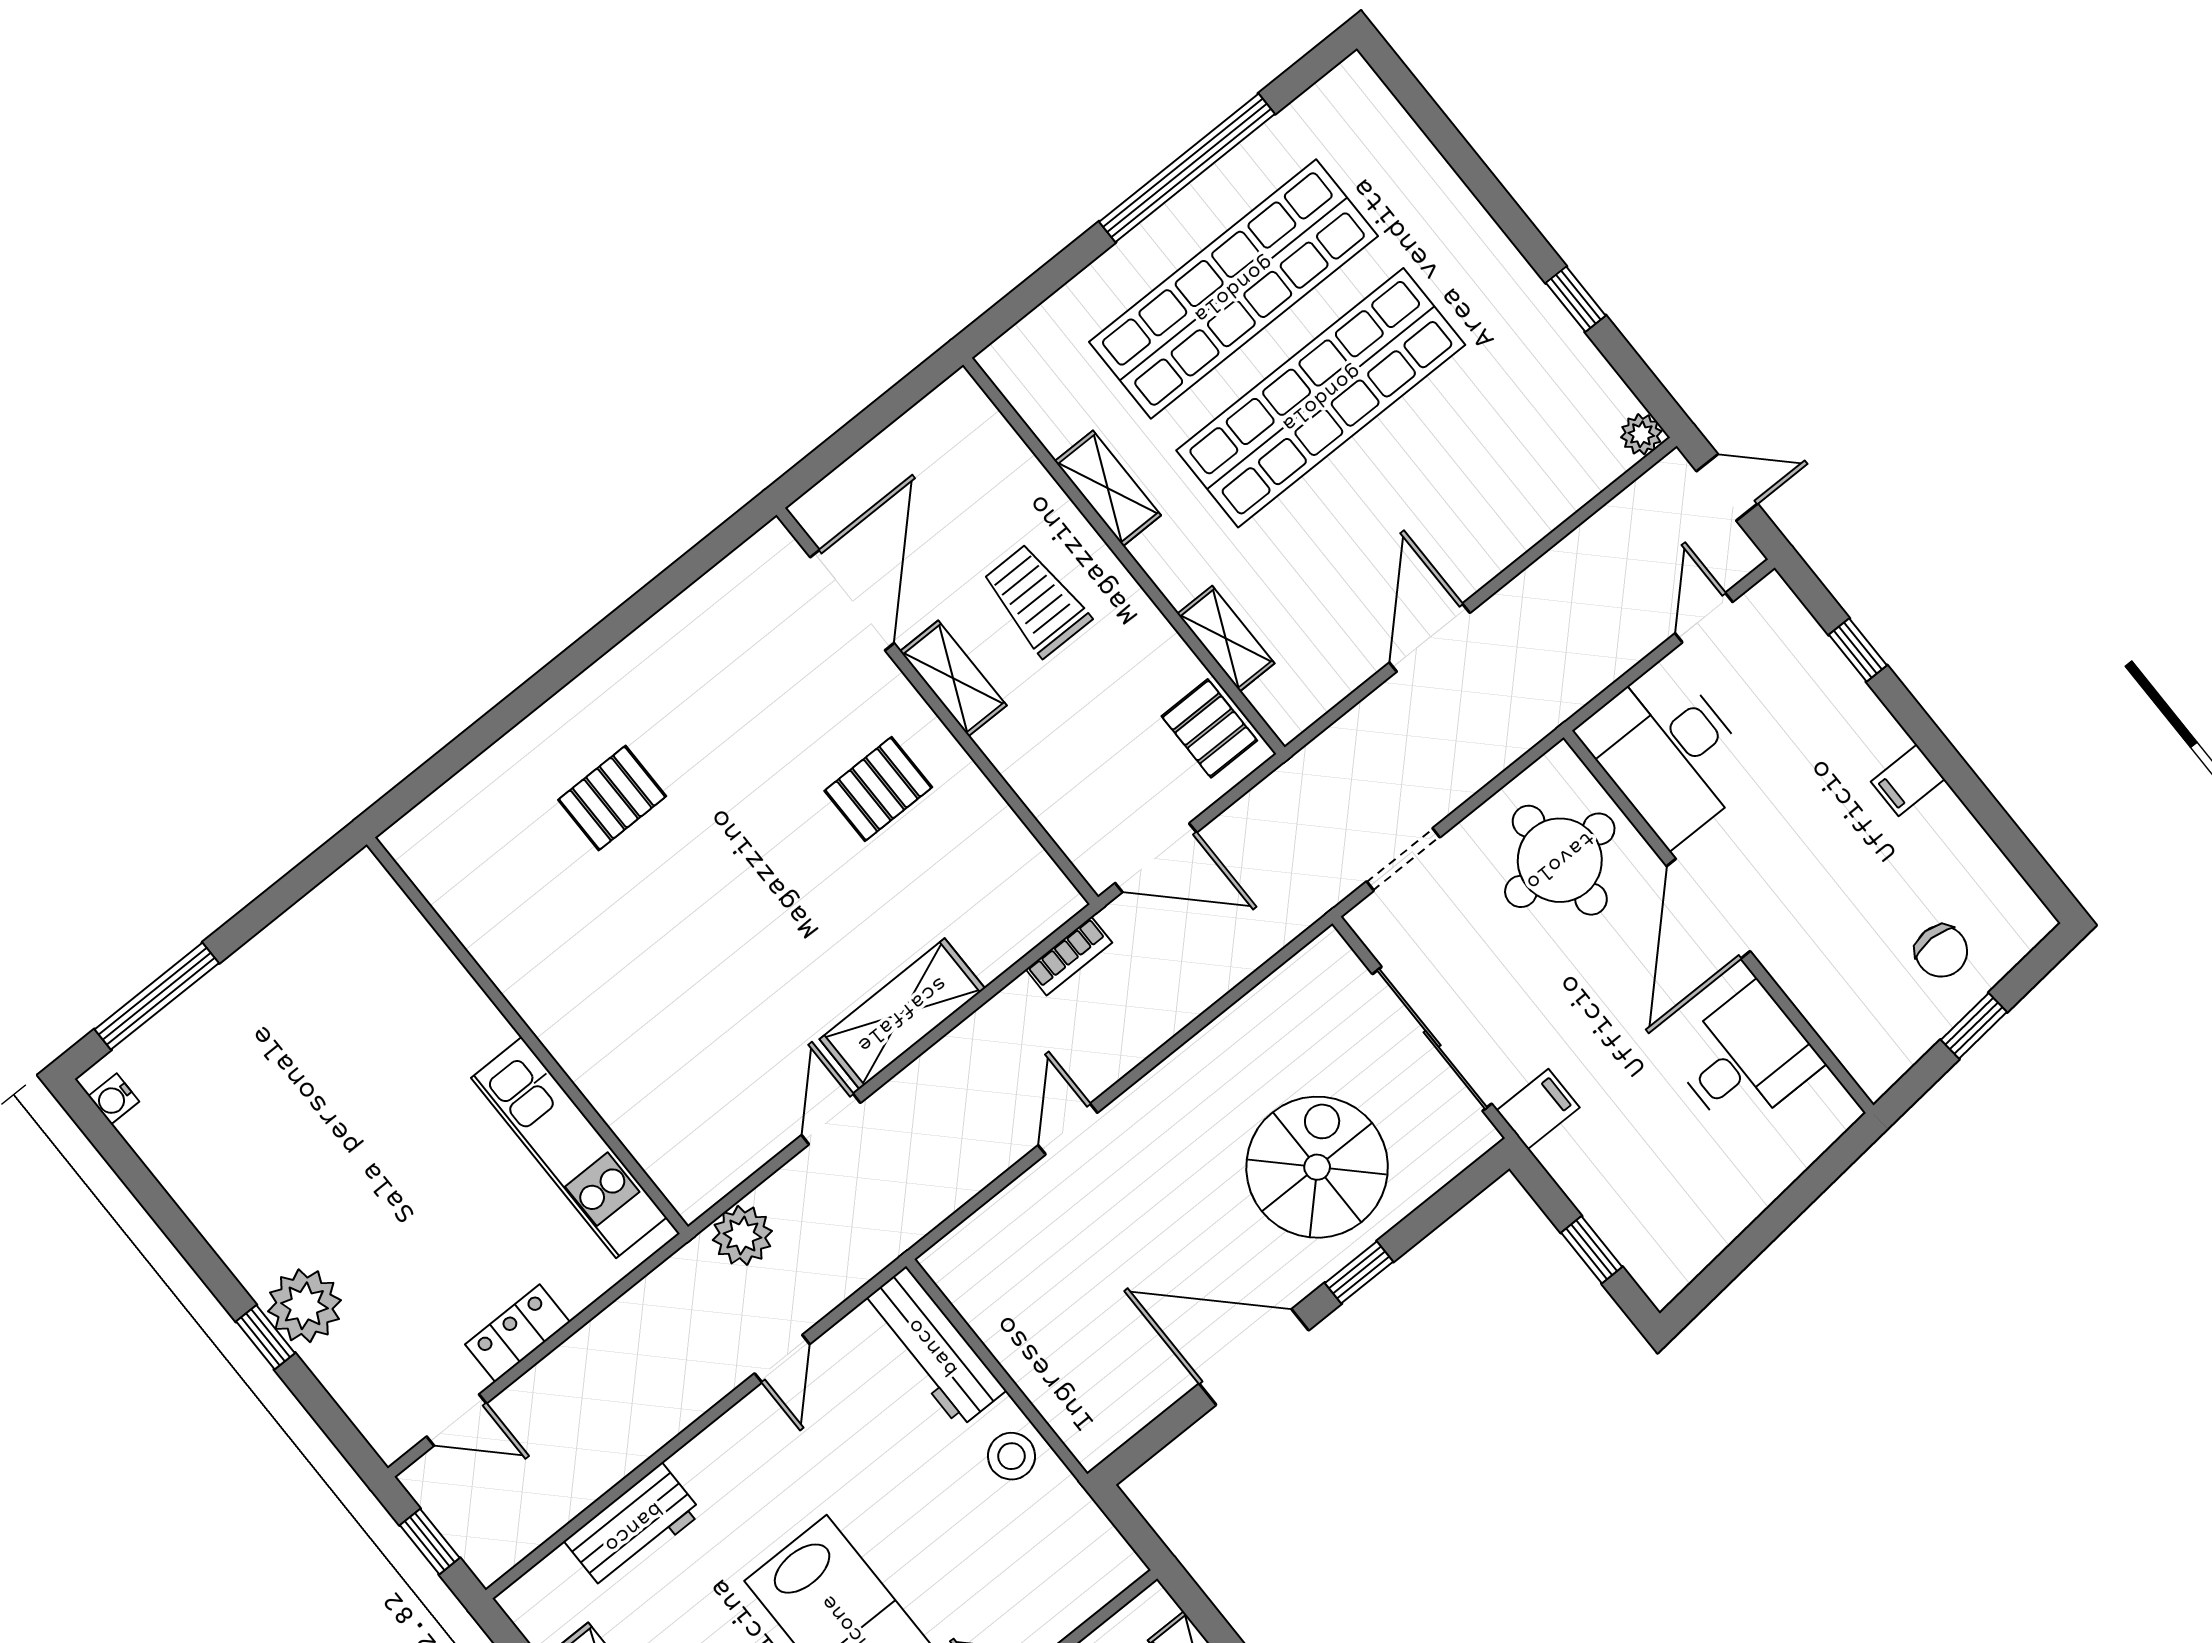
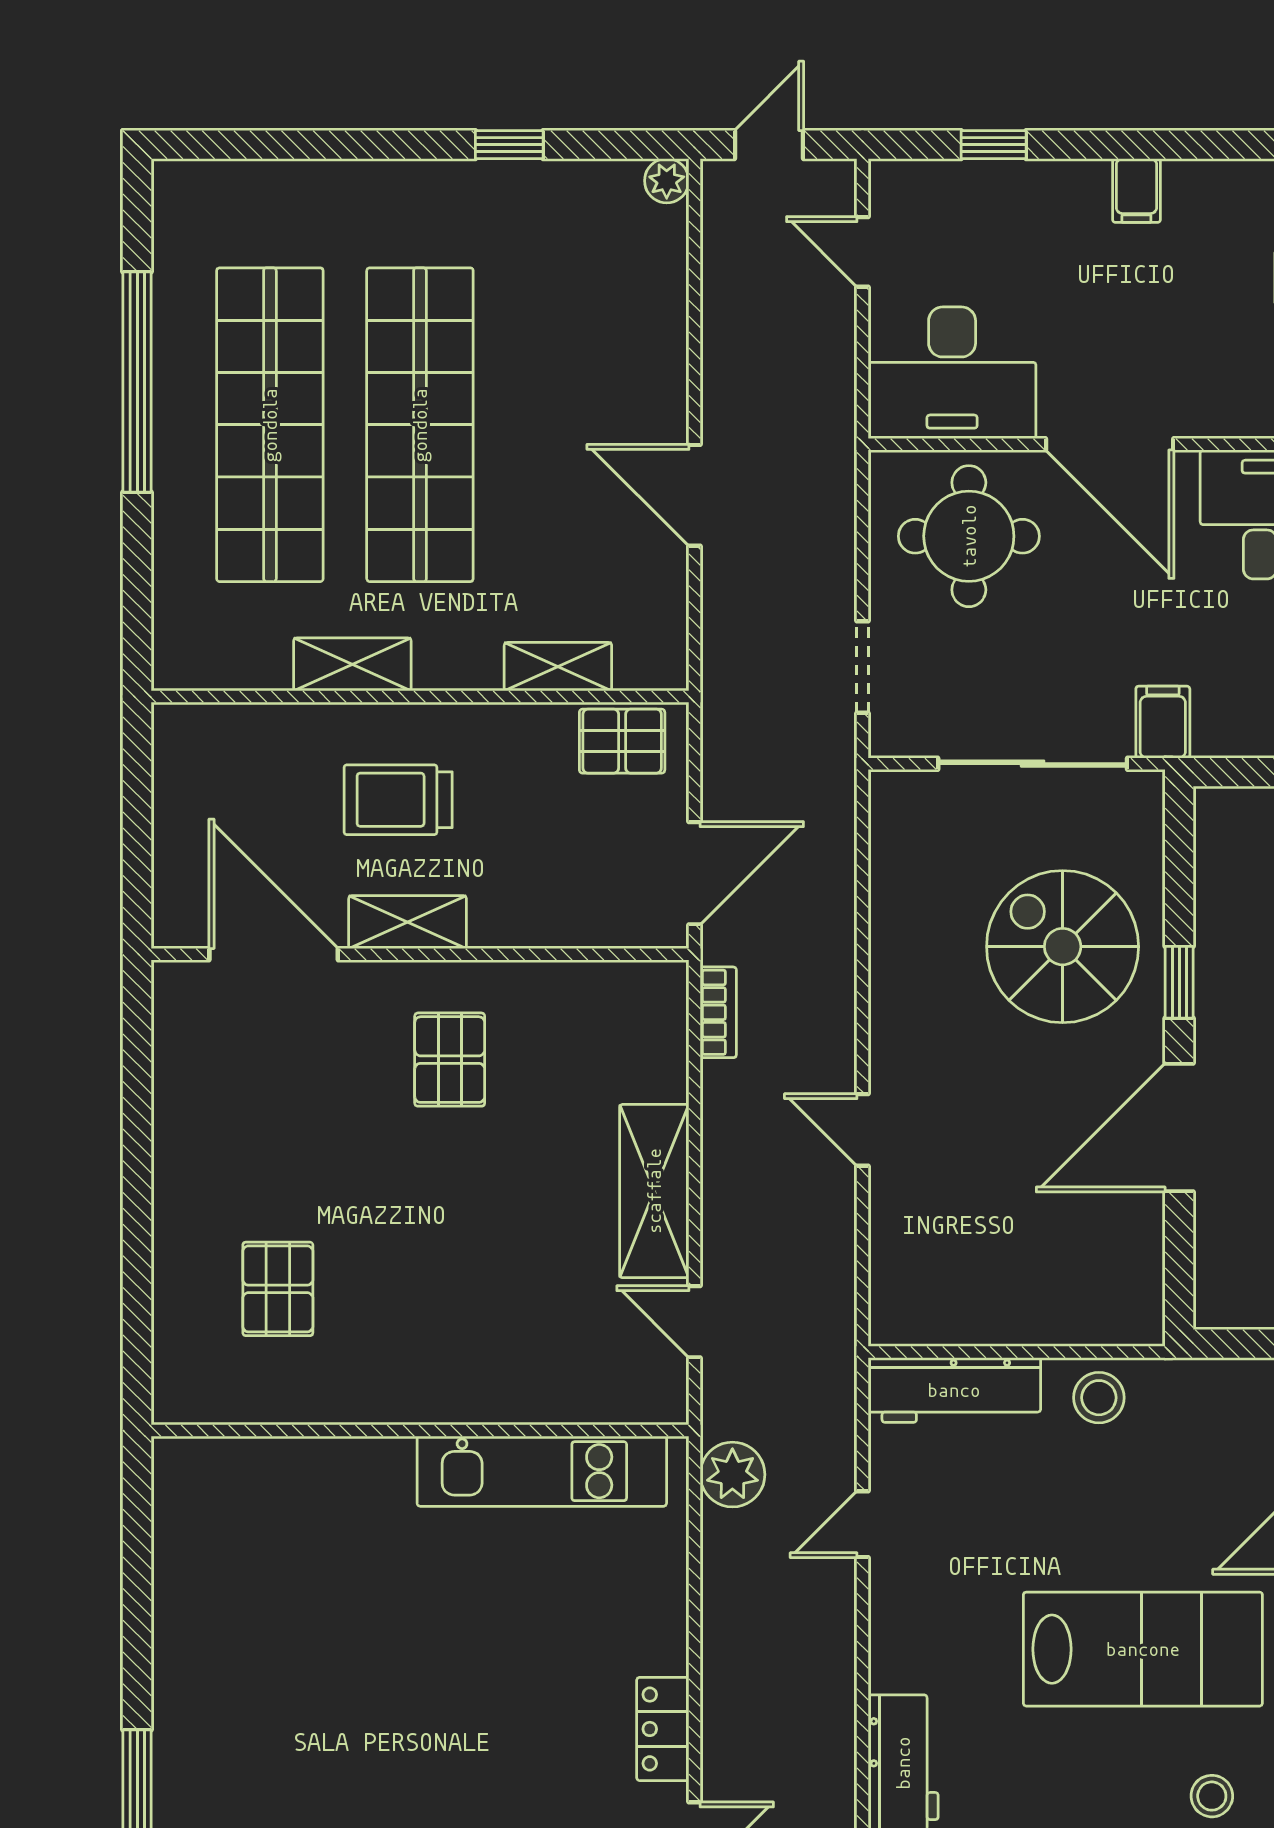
wall: (527, 1036) -> (420, 1430), moved
kitchen unit: (569, 1148) -> (542, 1471), moved
door: (782, 1359) -> (863, 1524), swing flipped

